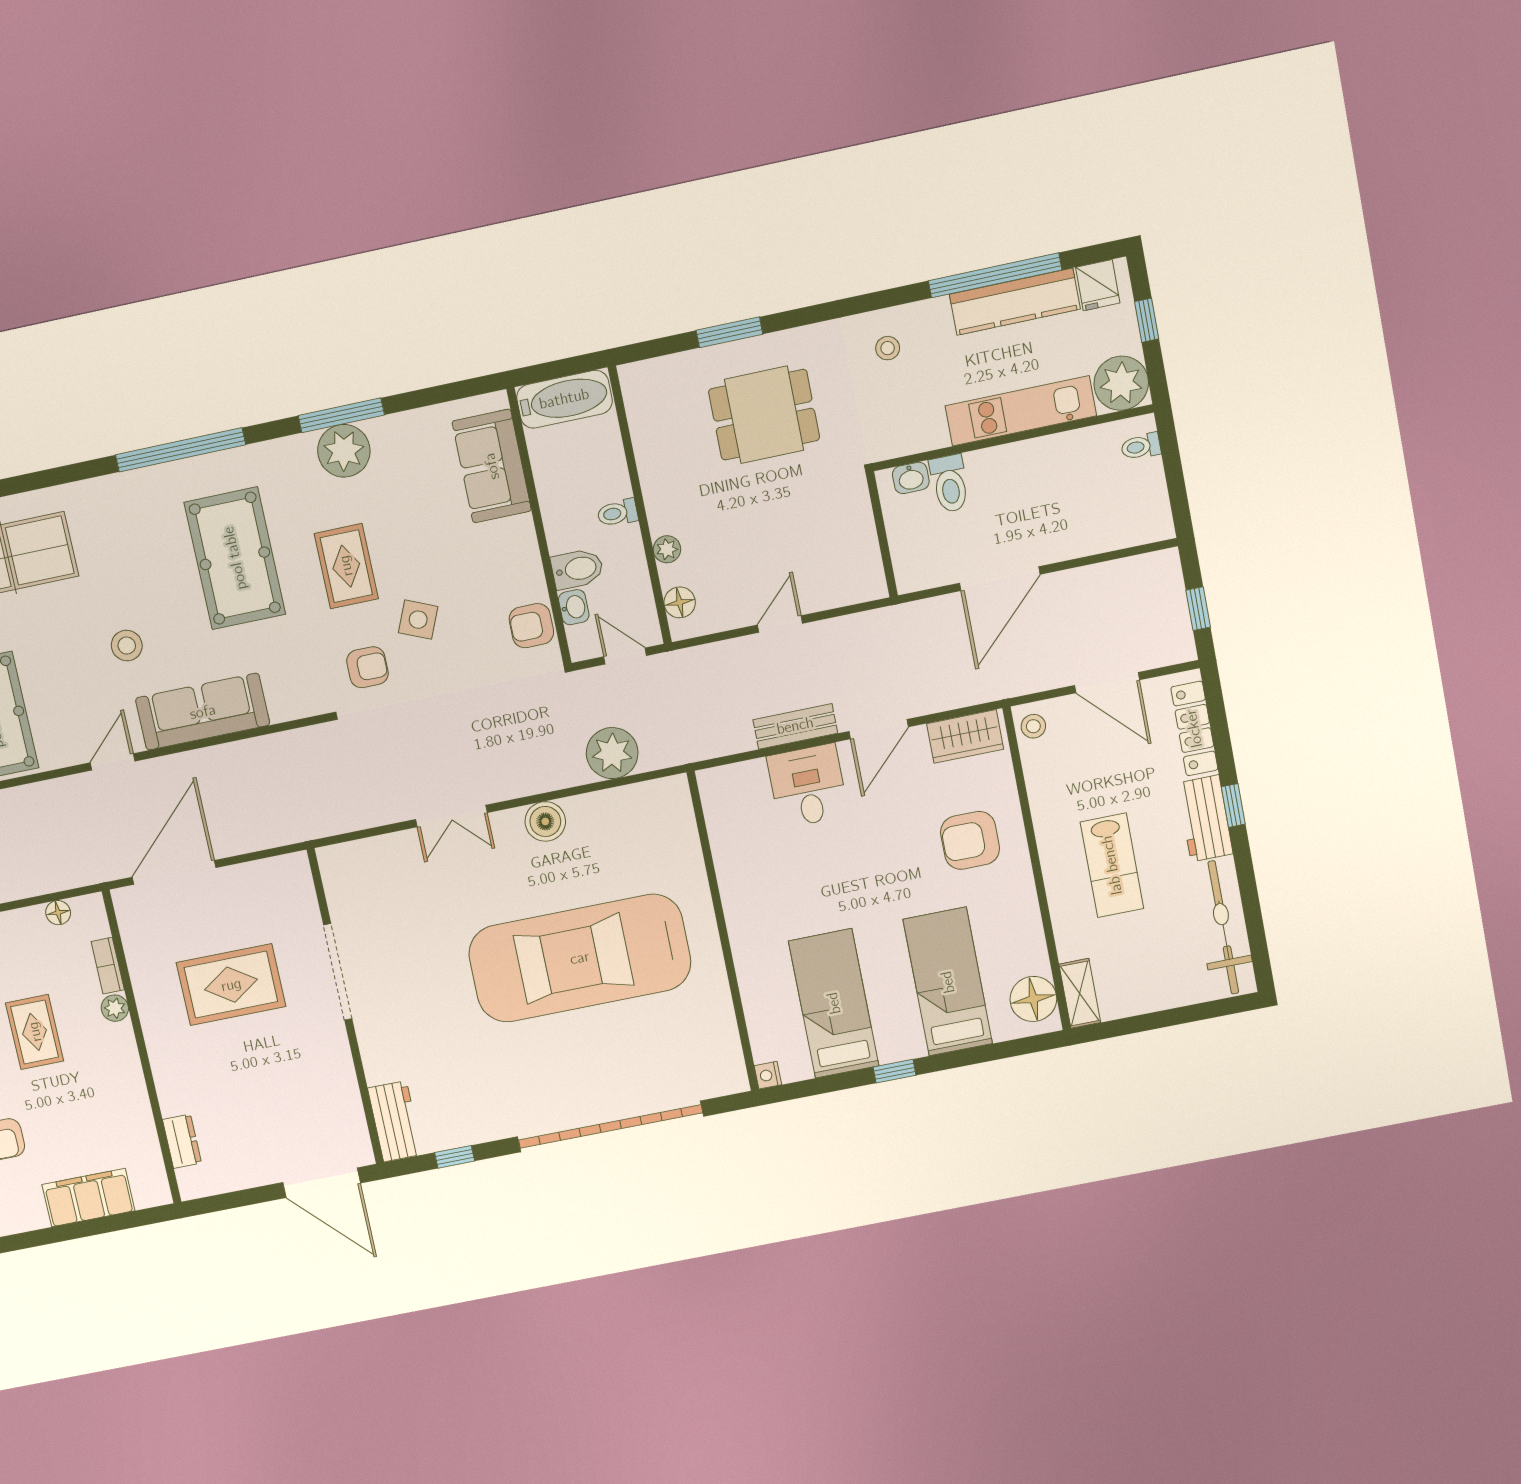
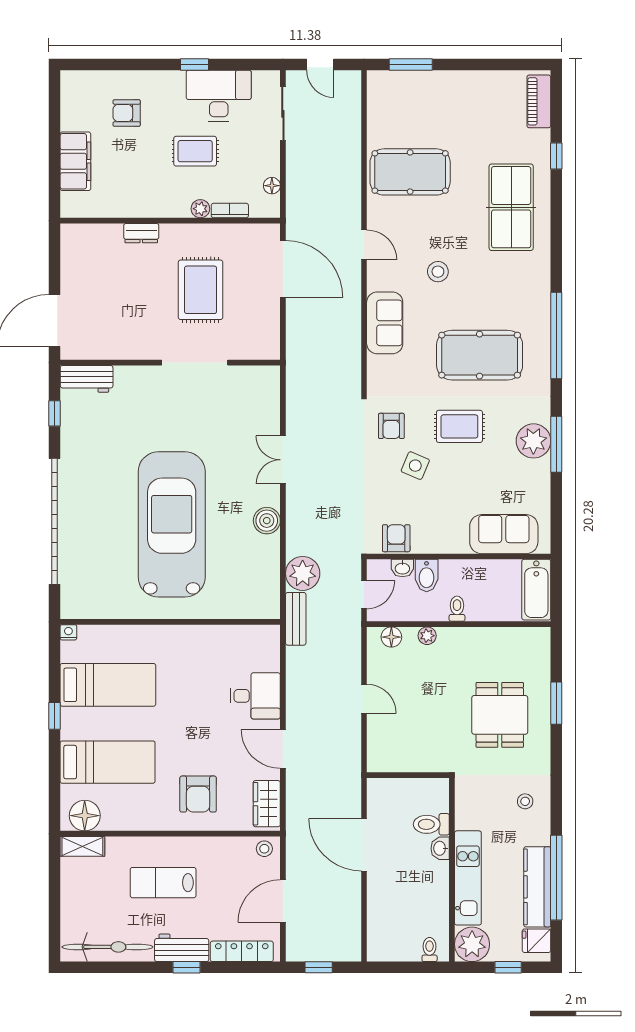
washbasin: (911, 478) -> (440, 848), moved
sofa: (203, 712) -> (385, 323), width x0.73
bench: (795, 726) -> (296, 619), moved
armchair: (970, 840) -> (198, 794), turned 180
dresser: (182, 1141) -> (141, 233), moved

